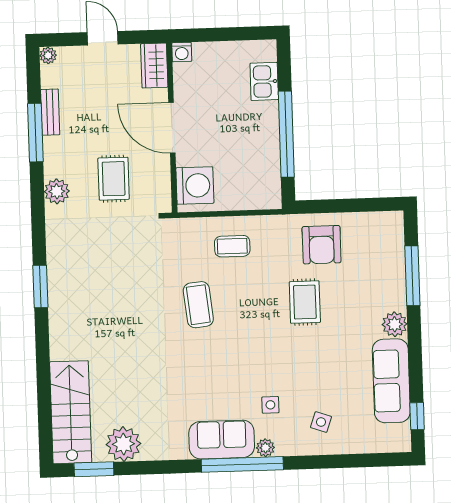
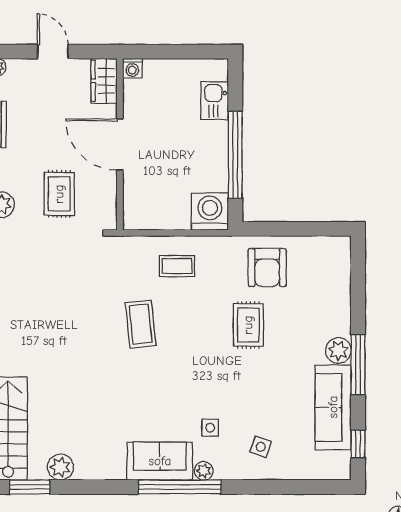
washing machine: (195, 185) -> (210, 212), moved, turned -90
window: (412, 276) -> (358, 365), moved
plant: (123, 444) -> (60, 467), width x0.73, depth x0.73

